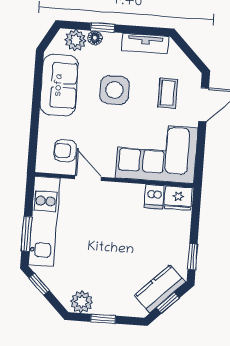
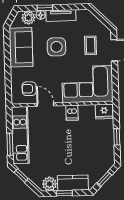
tv unit: (145, 43) -> (61, 16), moved
dishwasher: (154, 197) -> (72, 113), moved
window: (192, 257) -> (117, 137), moved
kitchen counter: (160, 289) -> (73, 183), moved, turned 45

